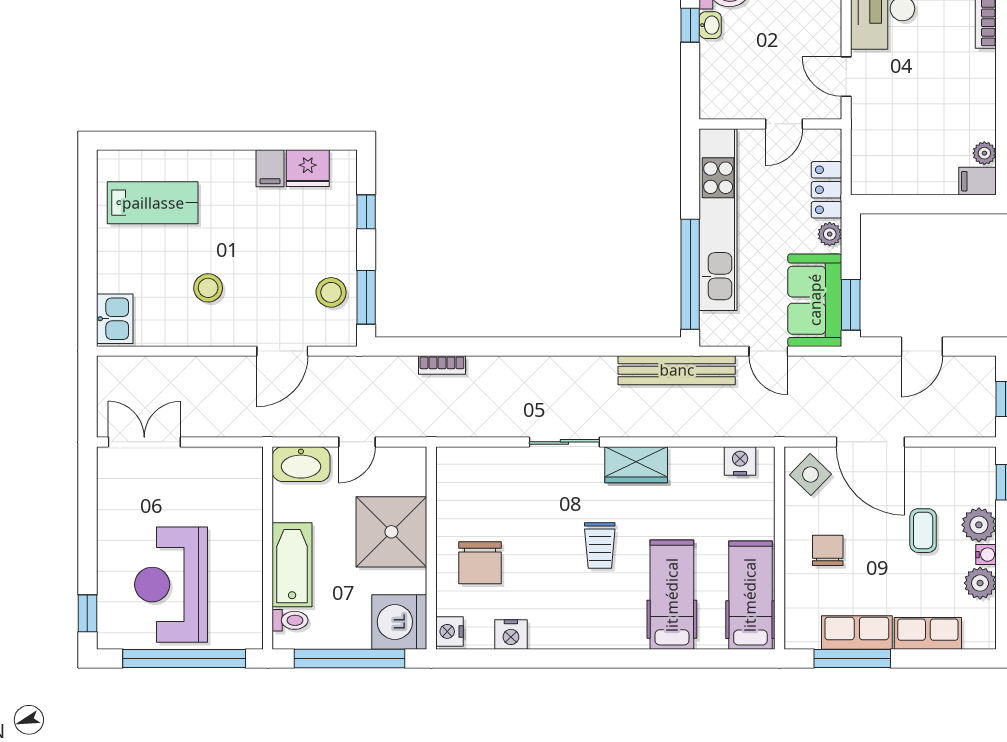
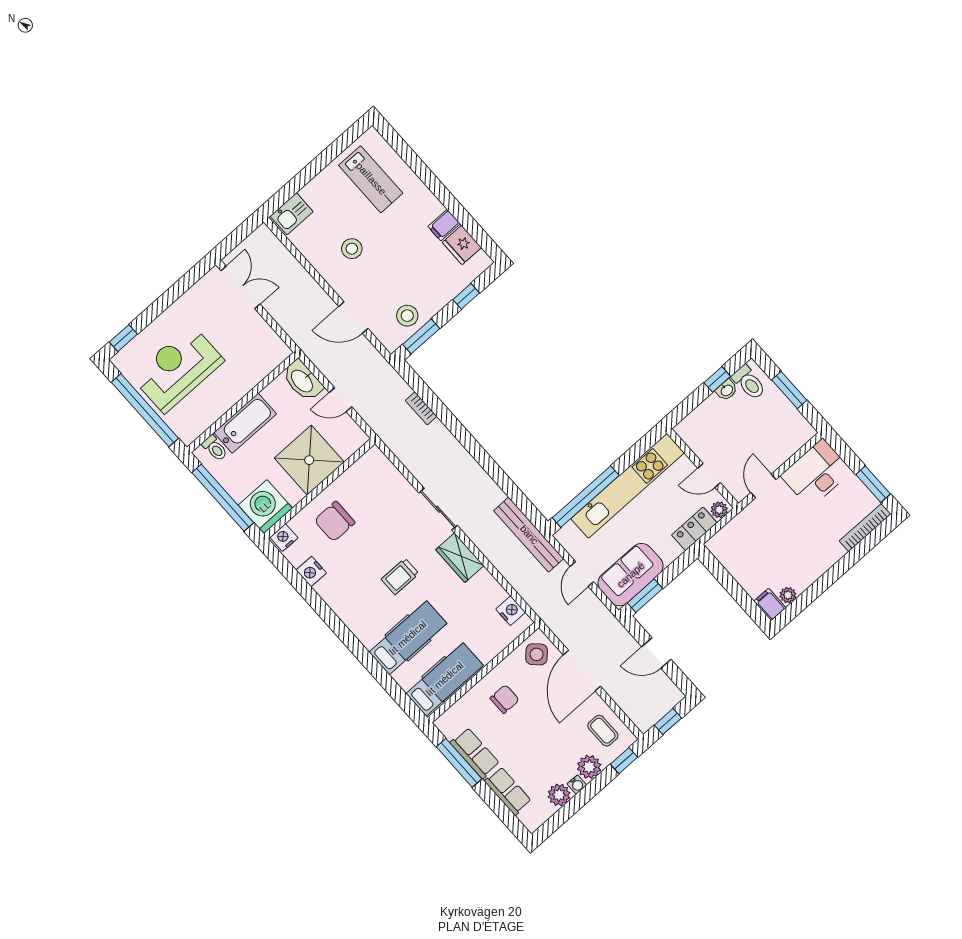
plant: (830, 234) -> (719, 510), moved
coffee table: (923, 531) -> (603, 731), moved, turned 90

